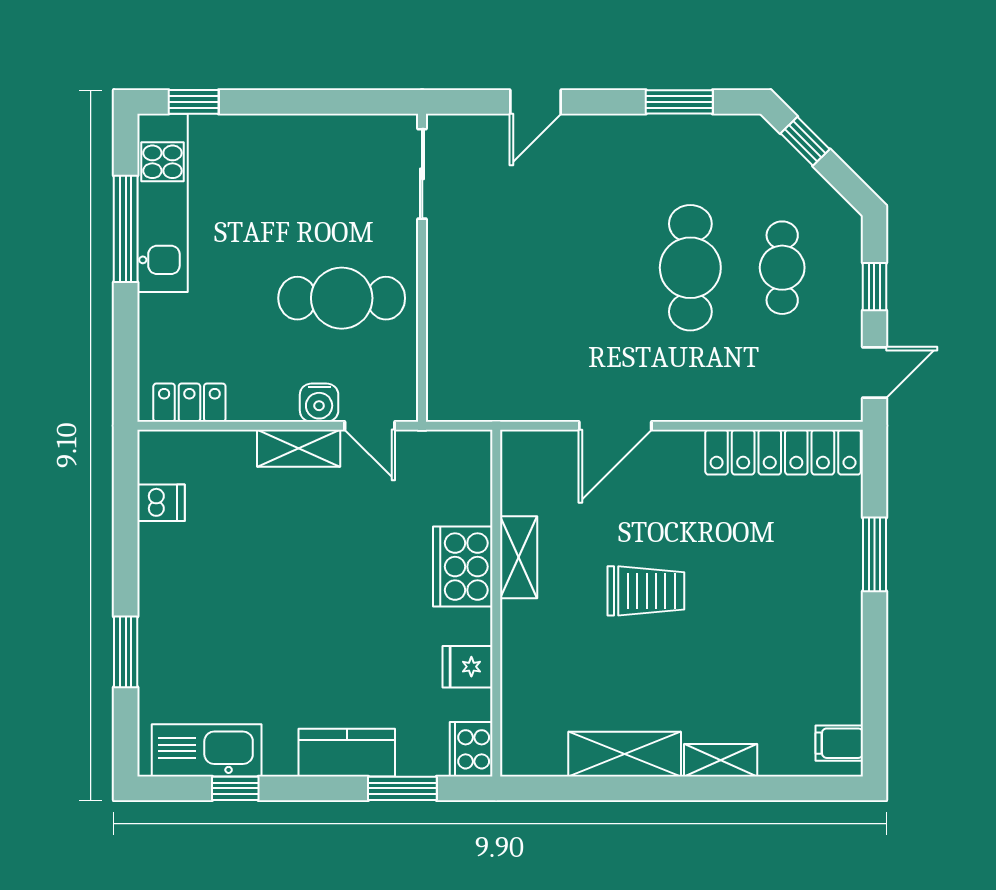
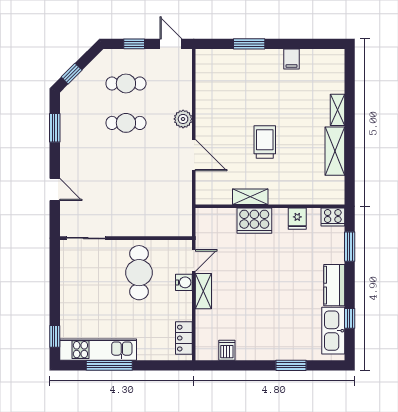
cafe table: (690, 268) -> (126, 123), width x0.73, depth x0.74
plant: (700, 401) -> (183, 119), added
locker: (783, 452) -> (205, 83), removed
filing cabinet: (839, 743) -> (292, 59), moved
kitchen counter: (347, 753) -> (334, 285), moved

